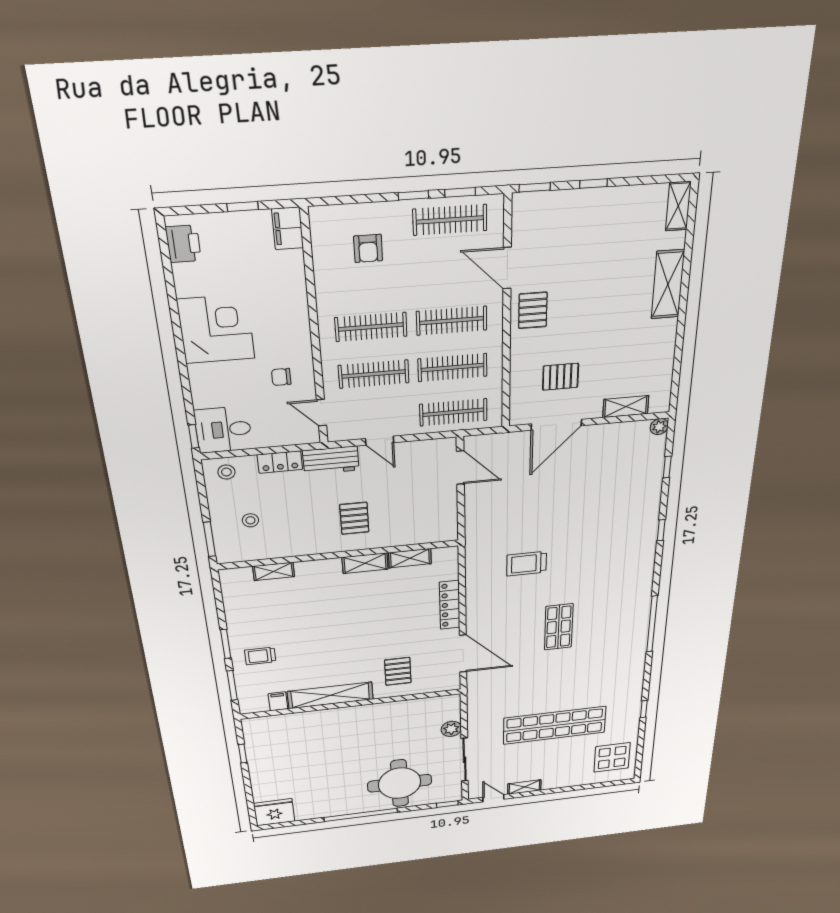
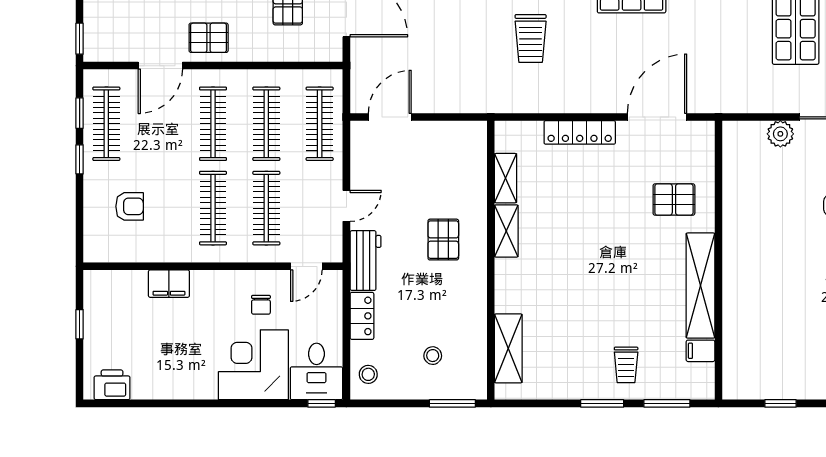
filing cabinet: (288, 228) -> (169, 284), moved
corner desk: (216, 329) -> (253, 365), moved
pallet: (354, 518) -> (443, 240), turned 90
shelving: (274, 571) -> (508, 348), width x1.50, depth x1.33

